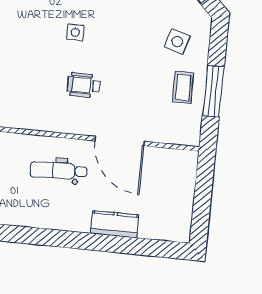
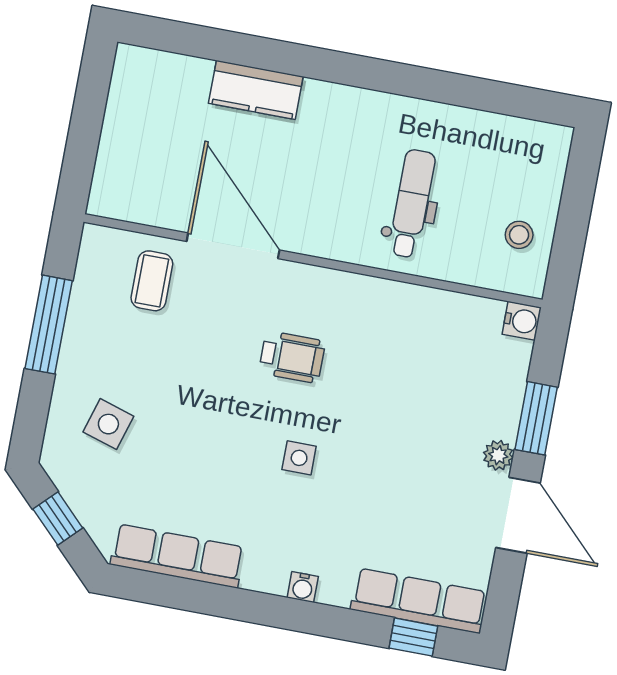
coffee table: (183, 87) -> (152, 281), moved
dental chair: (58, 171) -> (412, 204), moved, turned -87

